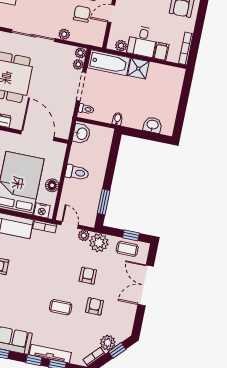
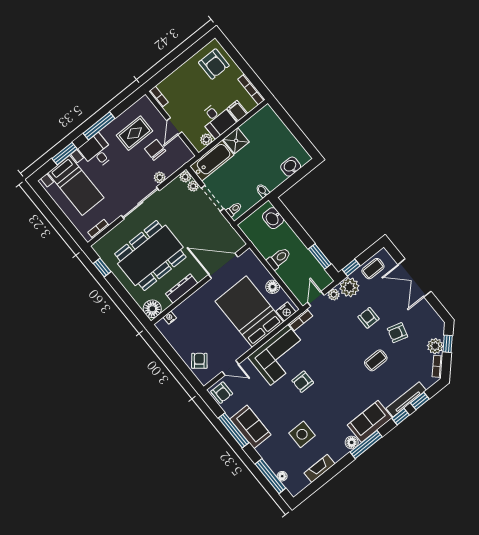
washbasin: (82, 134) -> (273, 218), moved, turned 180
door: (70, 225) -> (316, 299), hinge flipped
window: (131, 235) -> (351, 268), moved
armchair: (95, 306) -> (398, 333), turned -74

